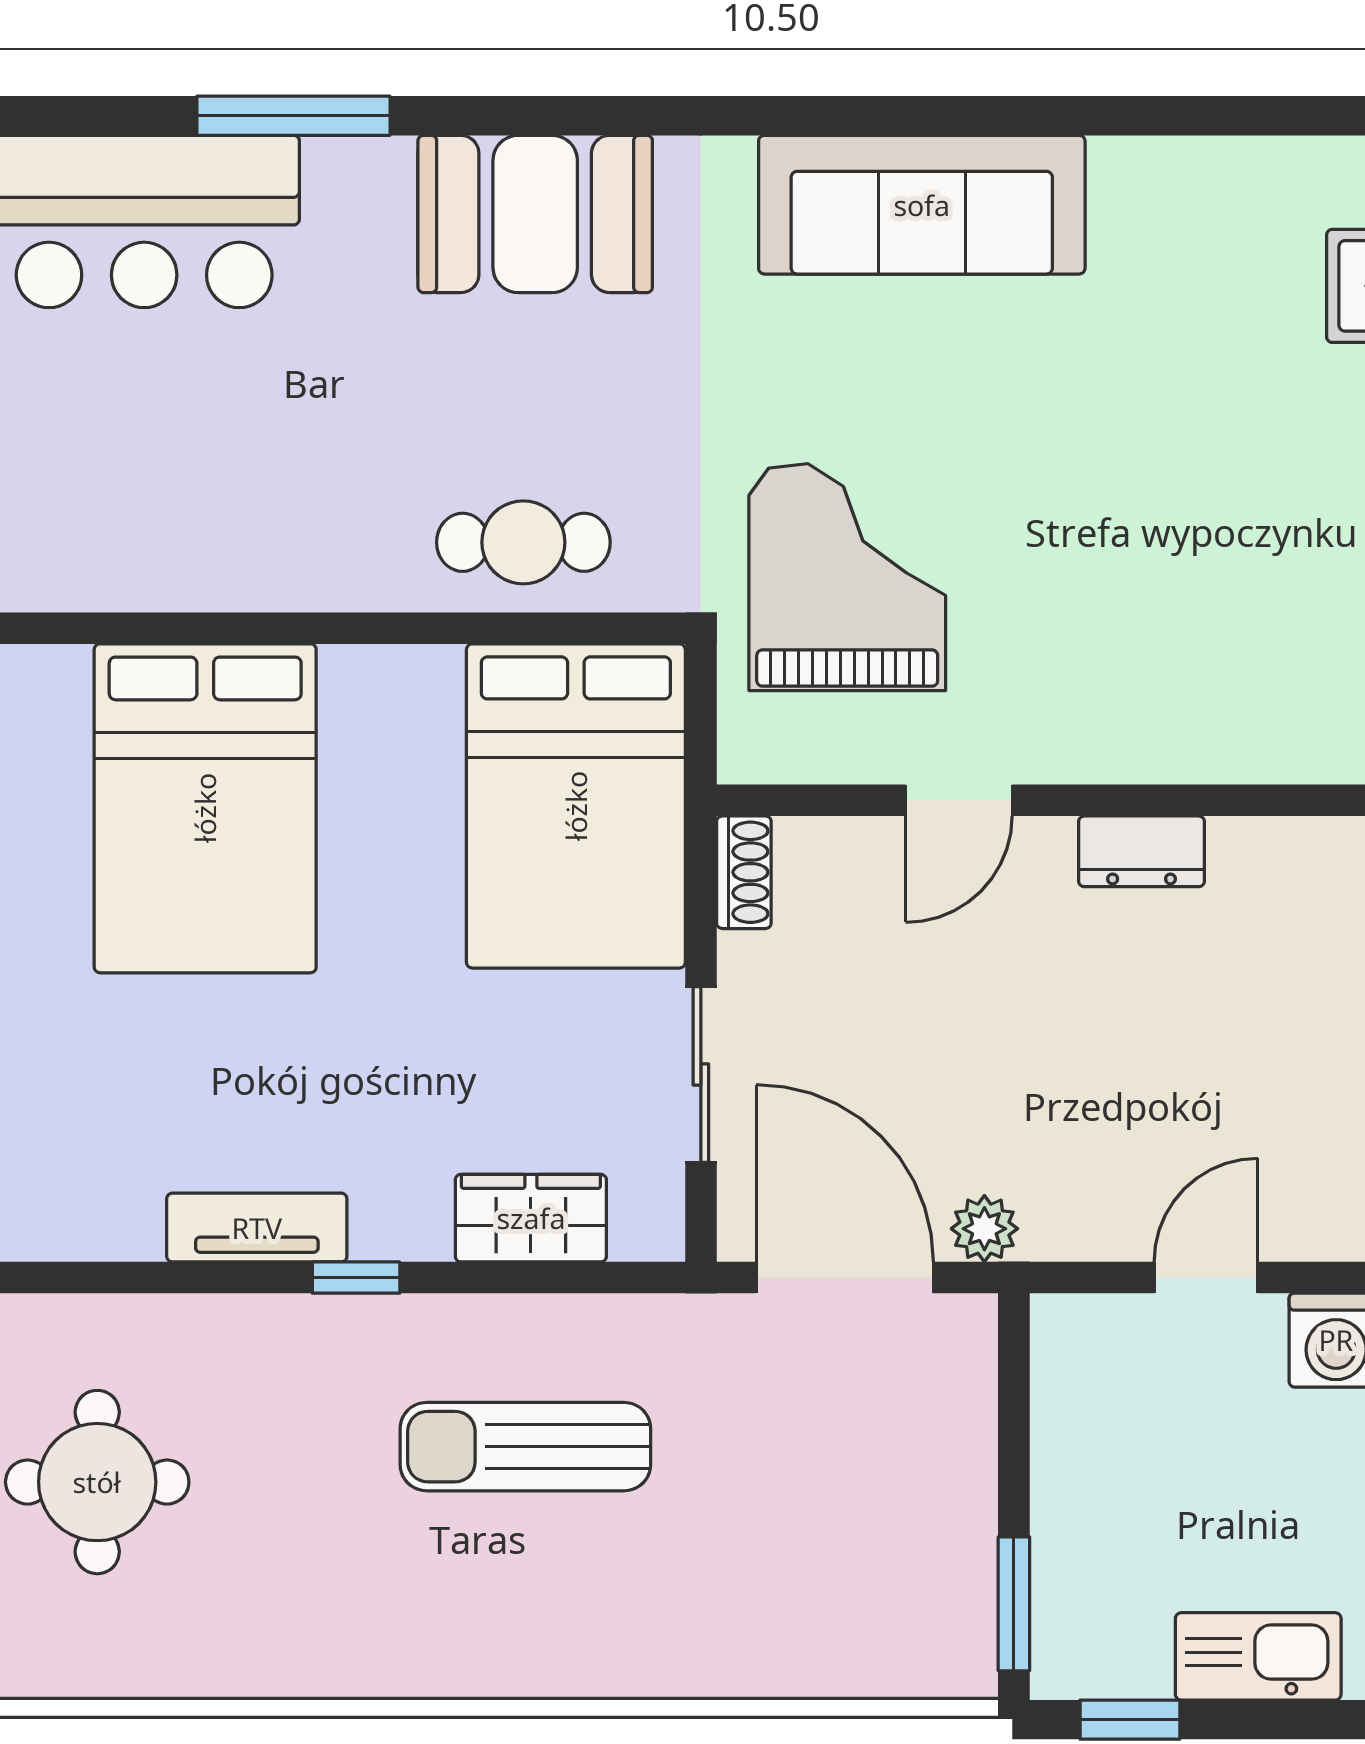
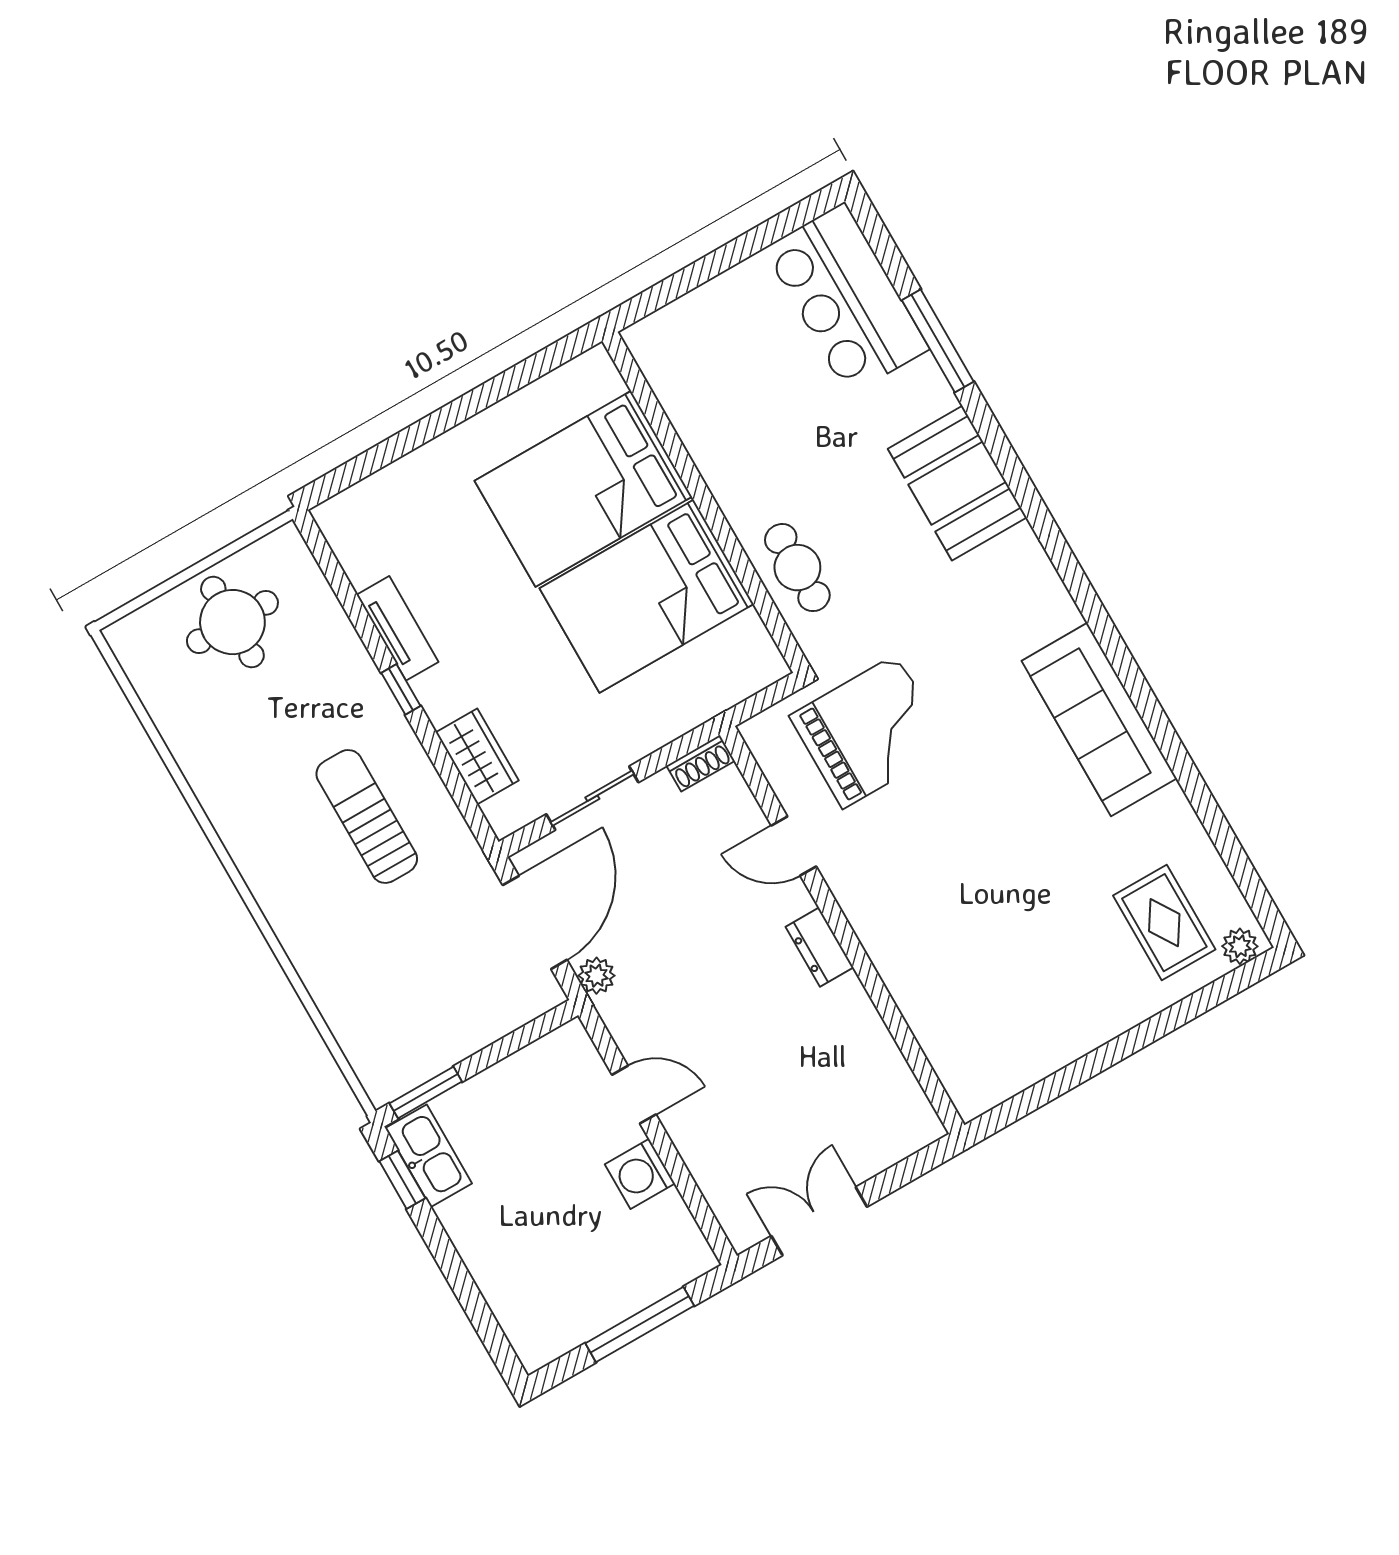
sofa: (922, 205) -> (1099, 720), moved
bed: (576, 806) -> (647, 596), moved
kitchen sink: (1258, 1656) -> (429, 1156), moved

